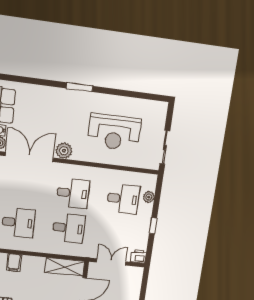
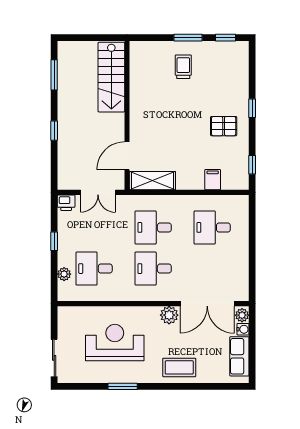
window: (79, 87) -> (123, 386), moved
coffee table: (60, 102) -> (179, 367), added
sliding door: (165, 147) -> (54, 358), moved

